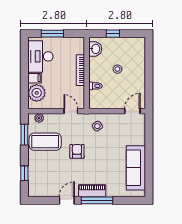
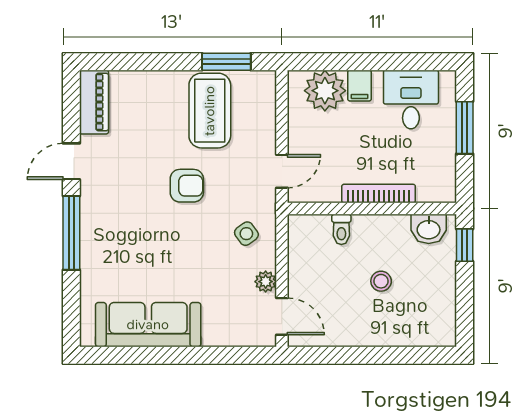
window: (113, 34) -> (465, 245), moved
desk: (40, 56) -> (411, 99), width x0.73
plant: (39, 118) -> (266, 282), moved
window: (24, 173) -> (135, 62), removed
piano: (92, 191) -> (94, 102), moved
door: (67, 200) -> (71, 161), swing flipped

